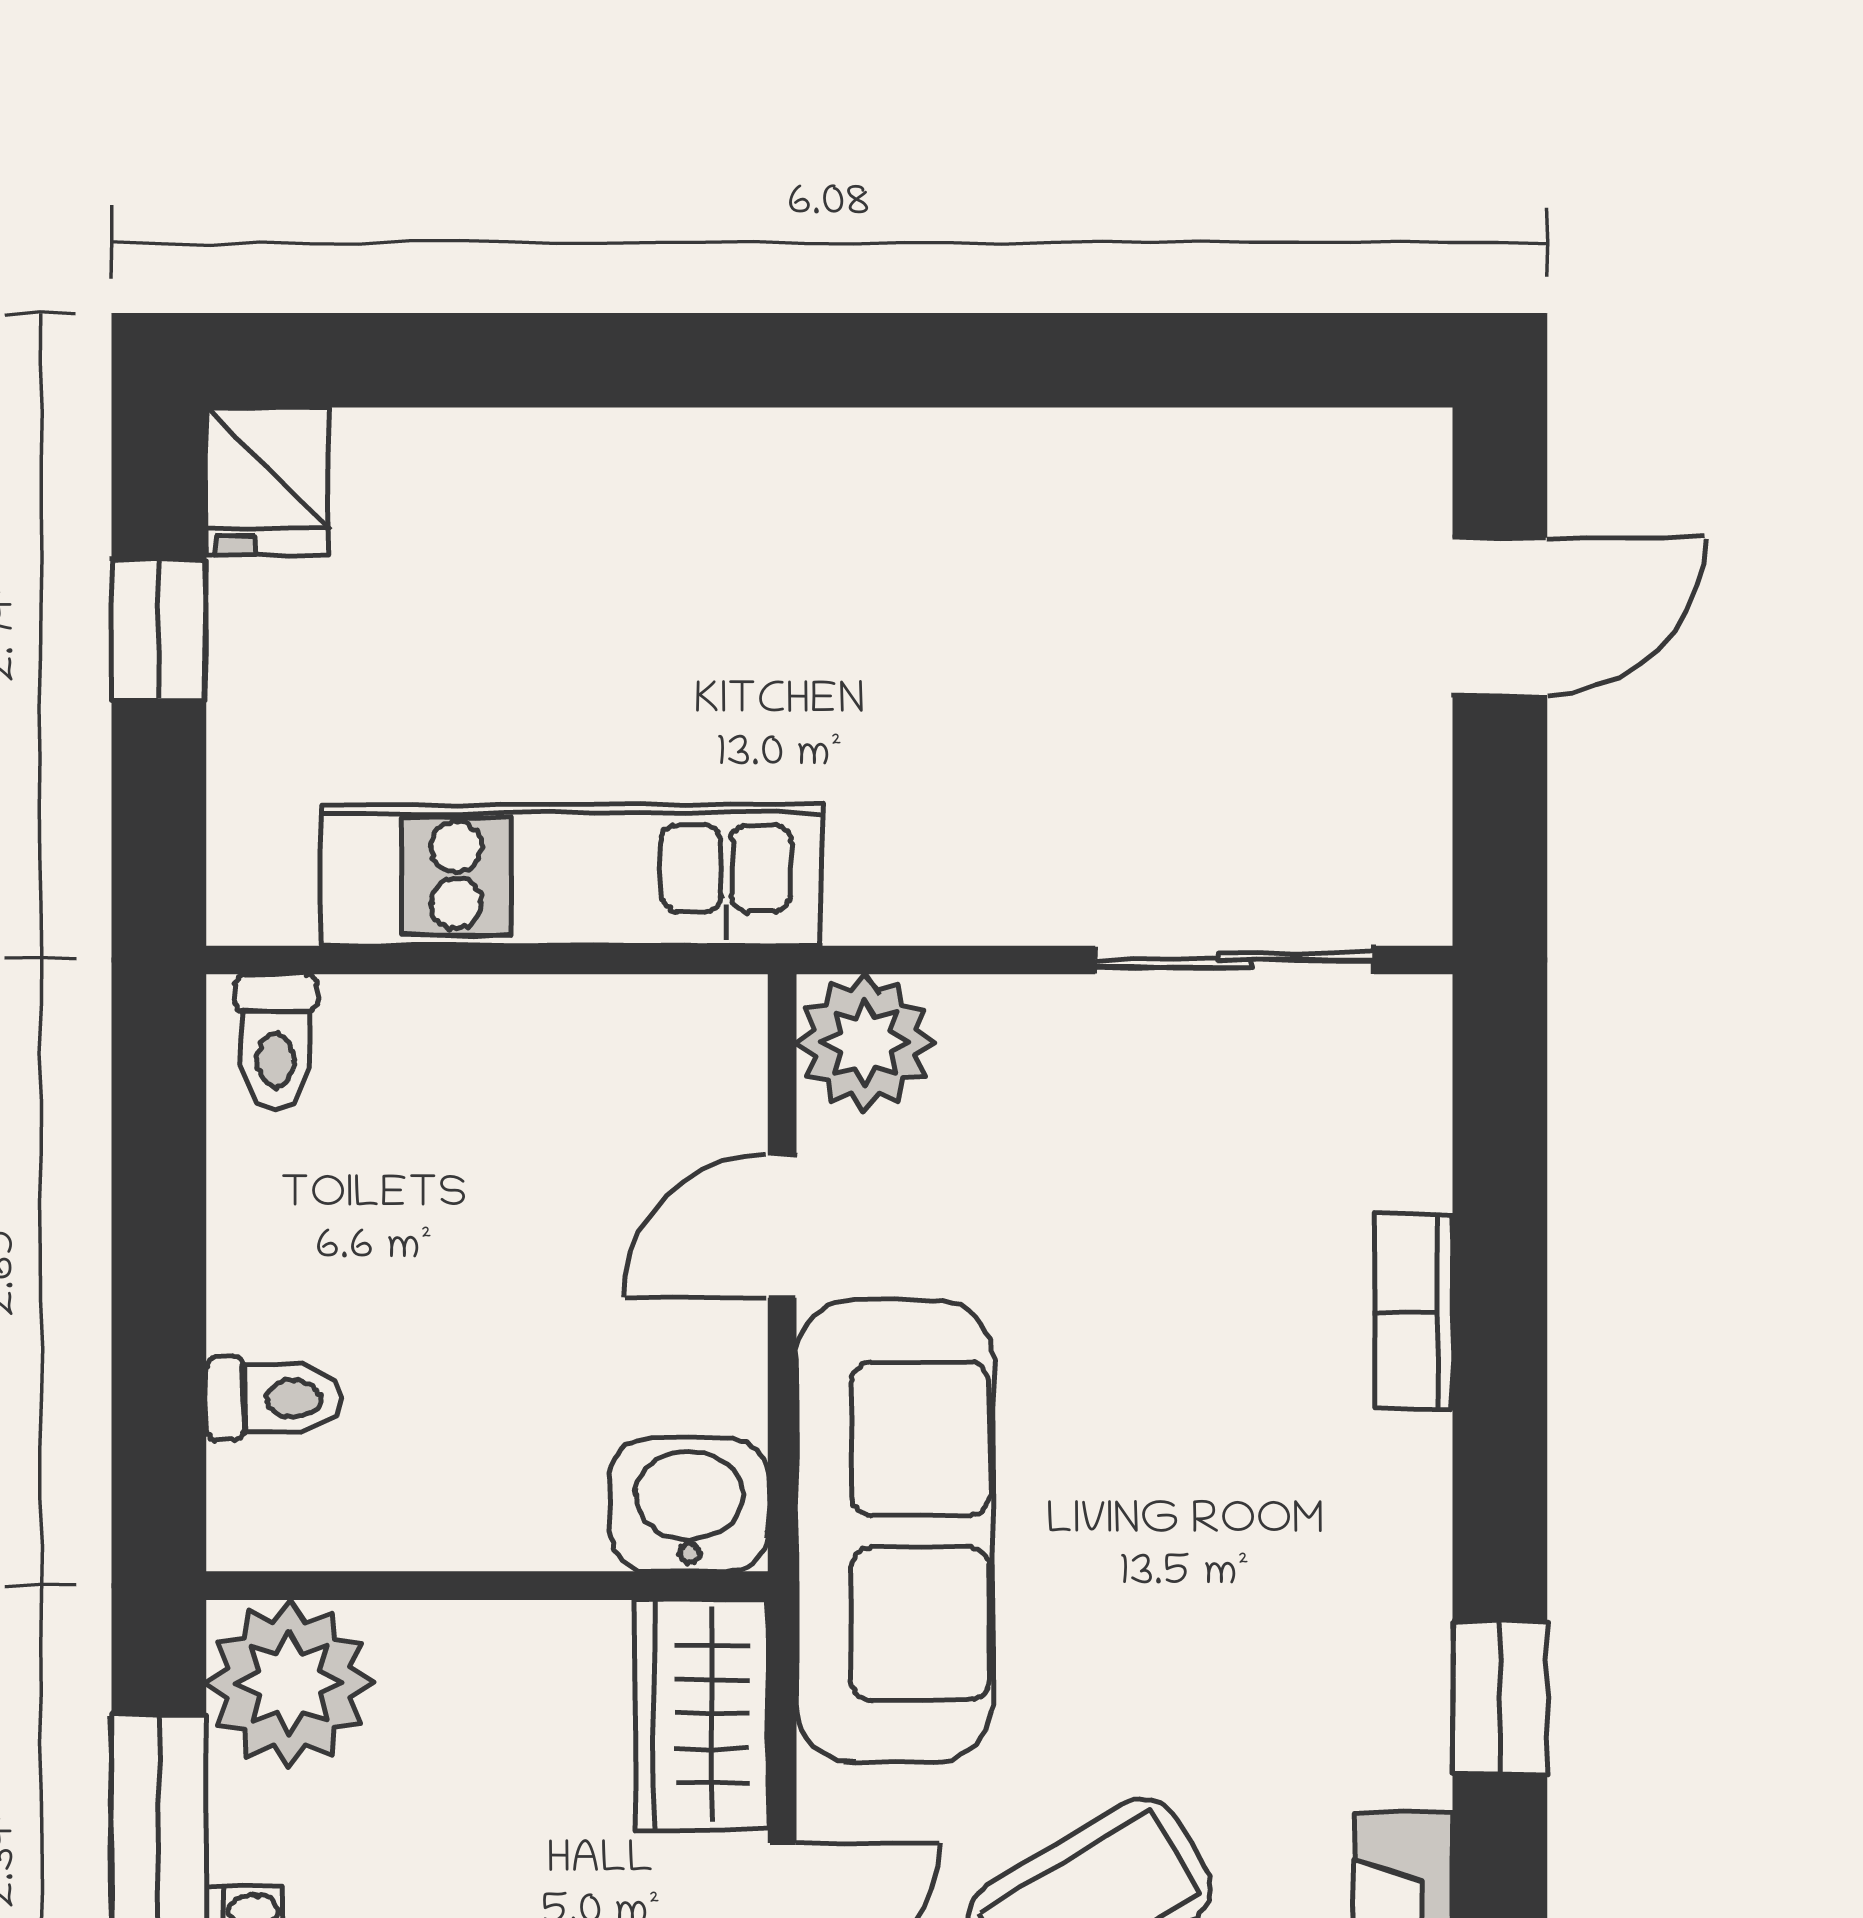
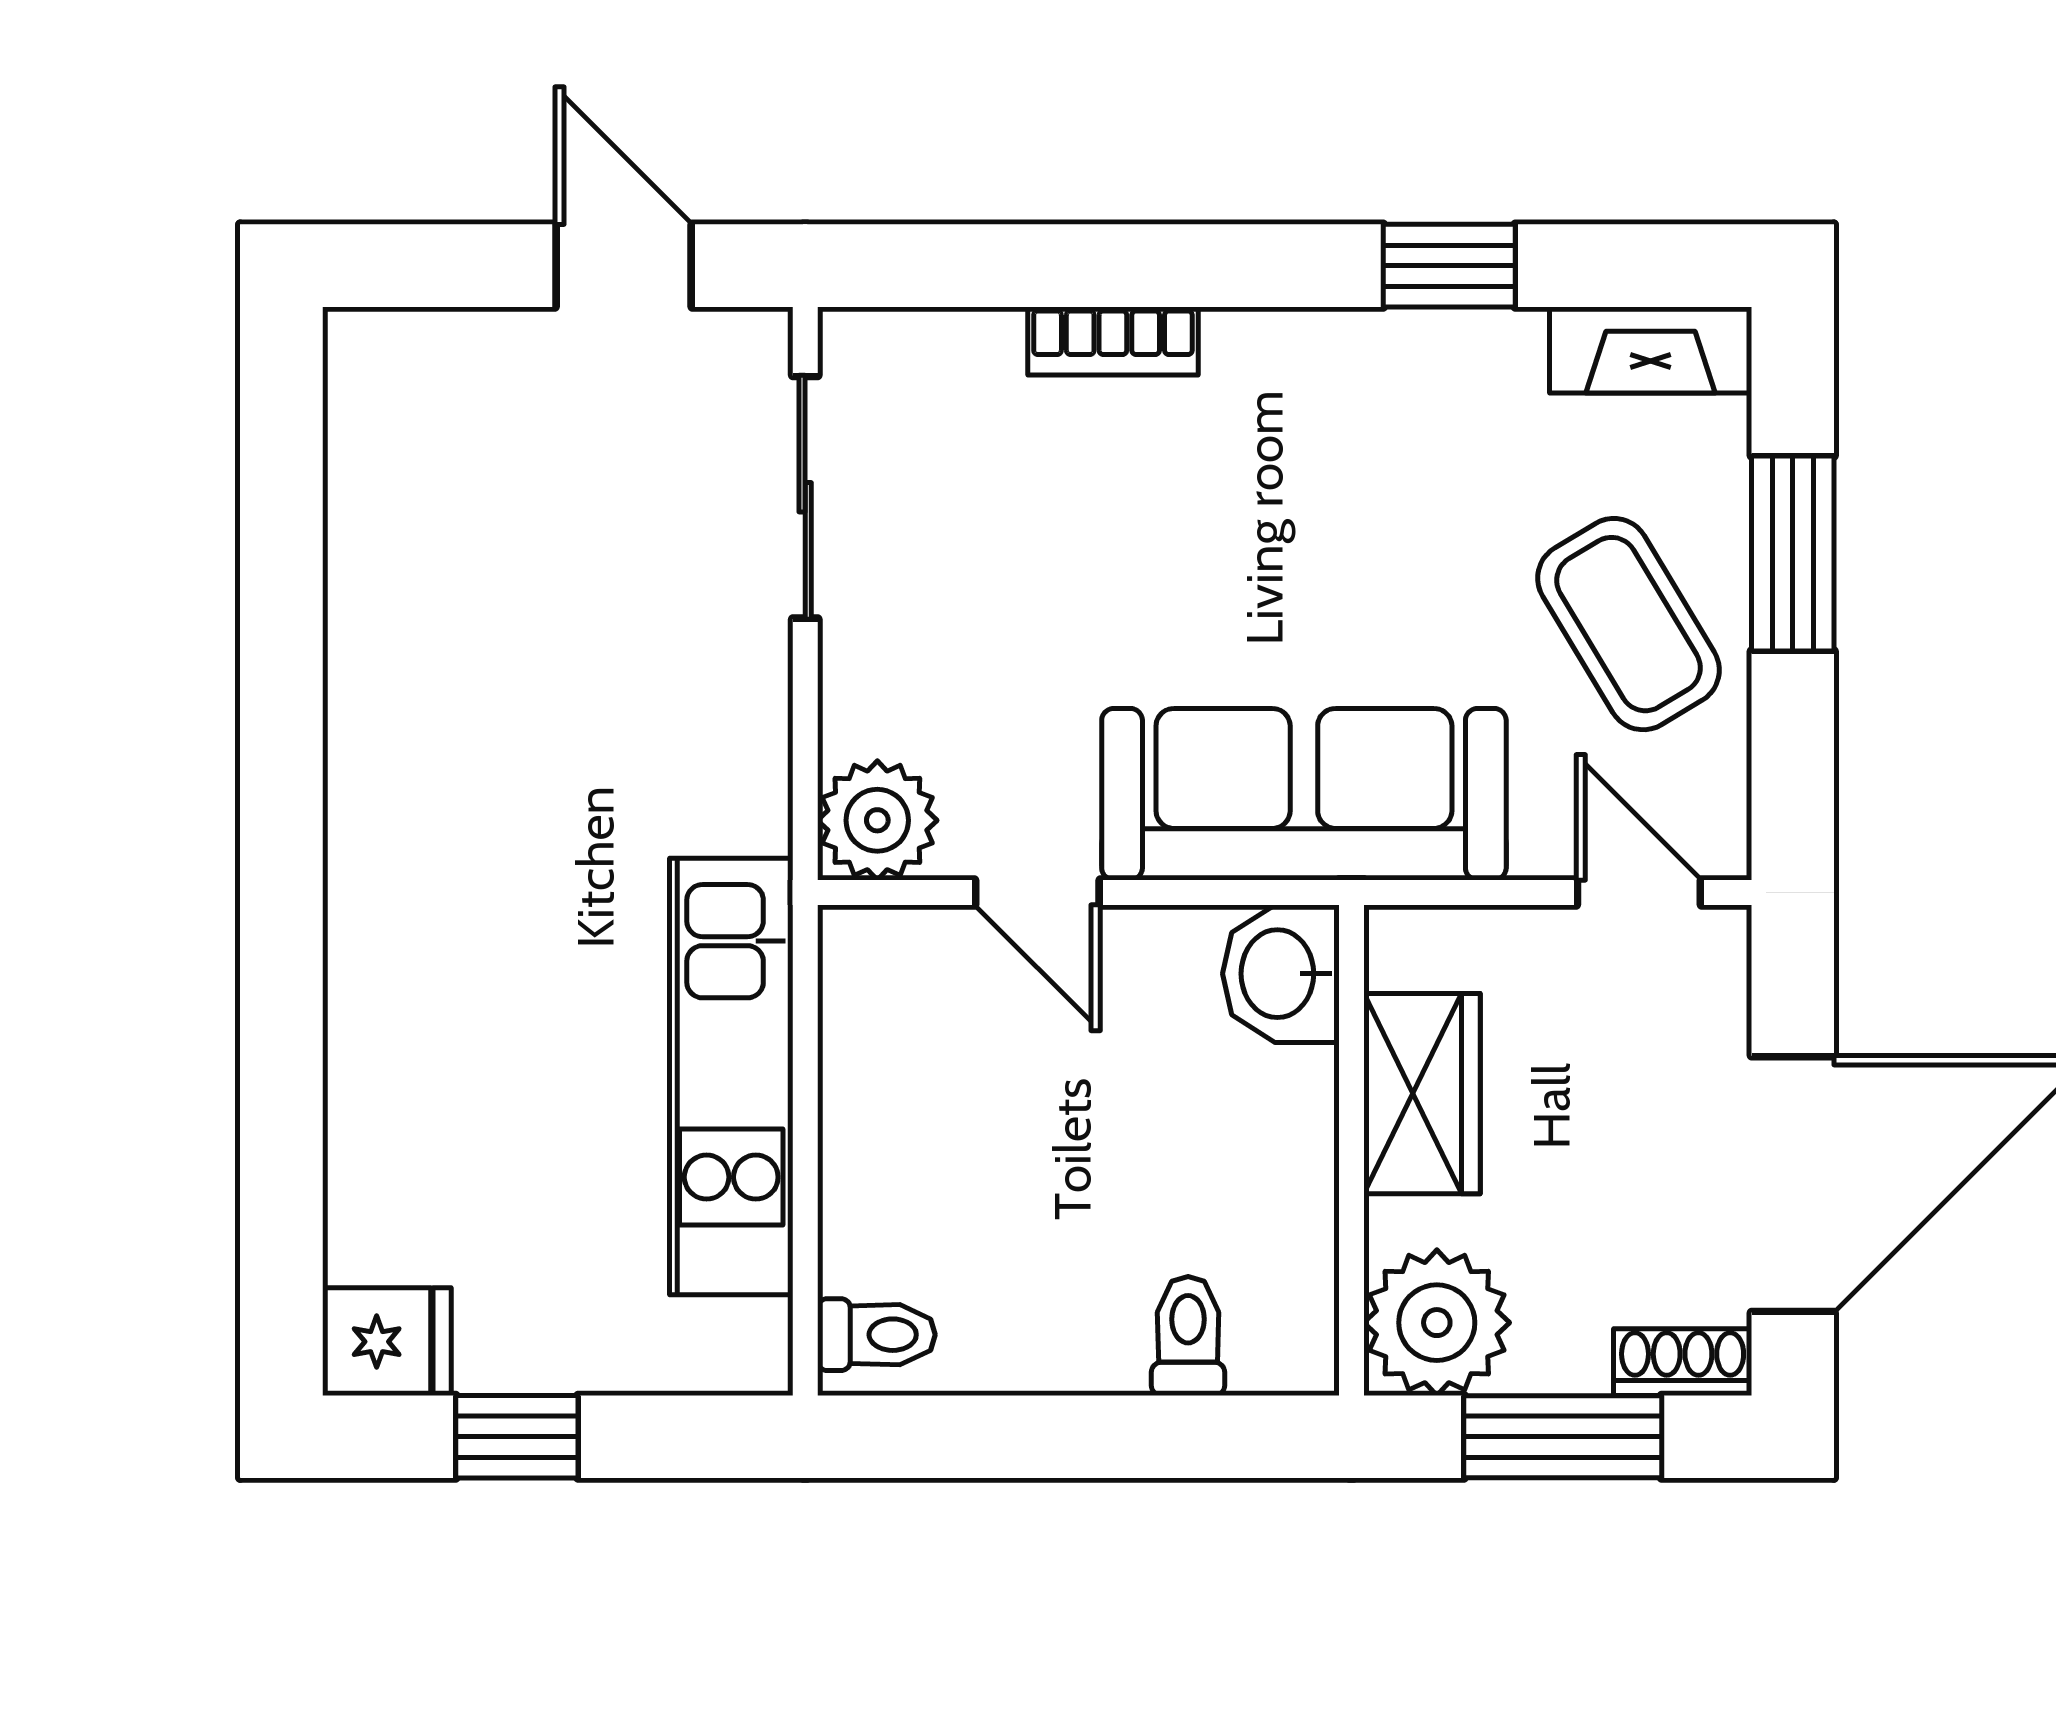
door: (1500, 616) -> (624, 266), moved
wardrobe: (701, 1715) -> (1422, 1094), moved, turned -90

